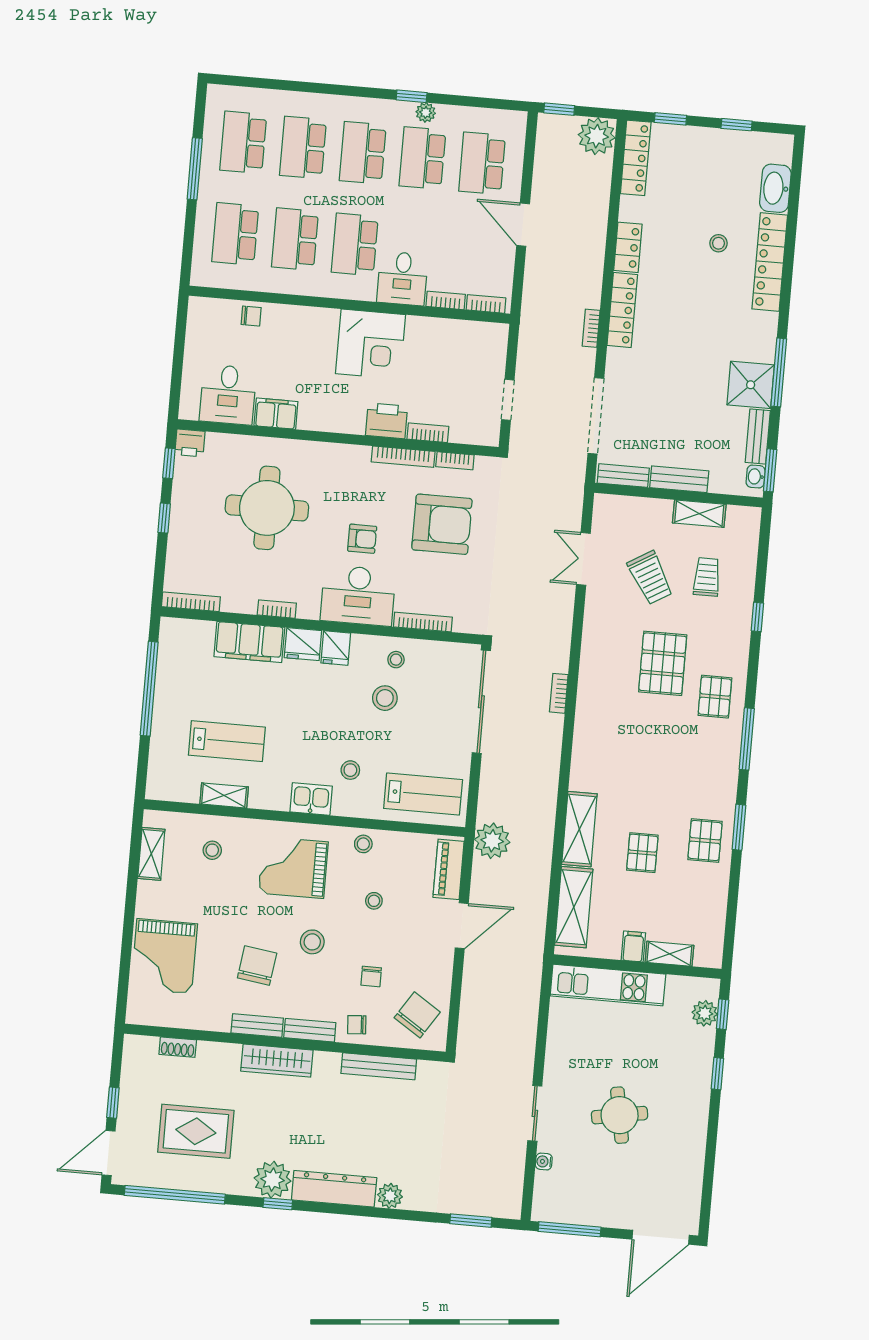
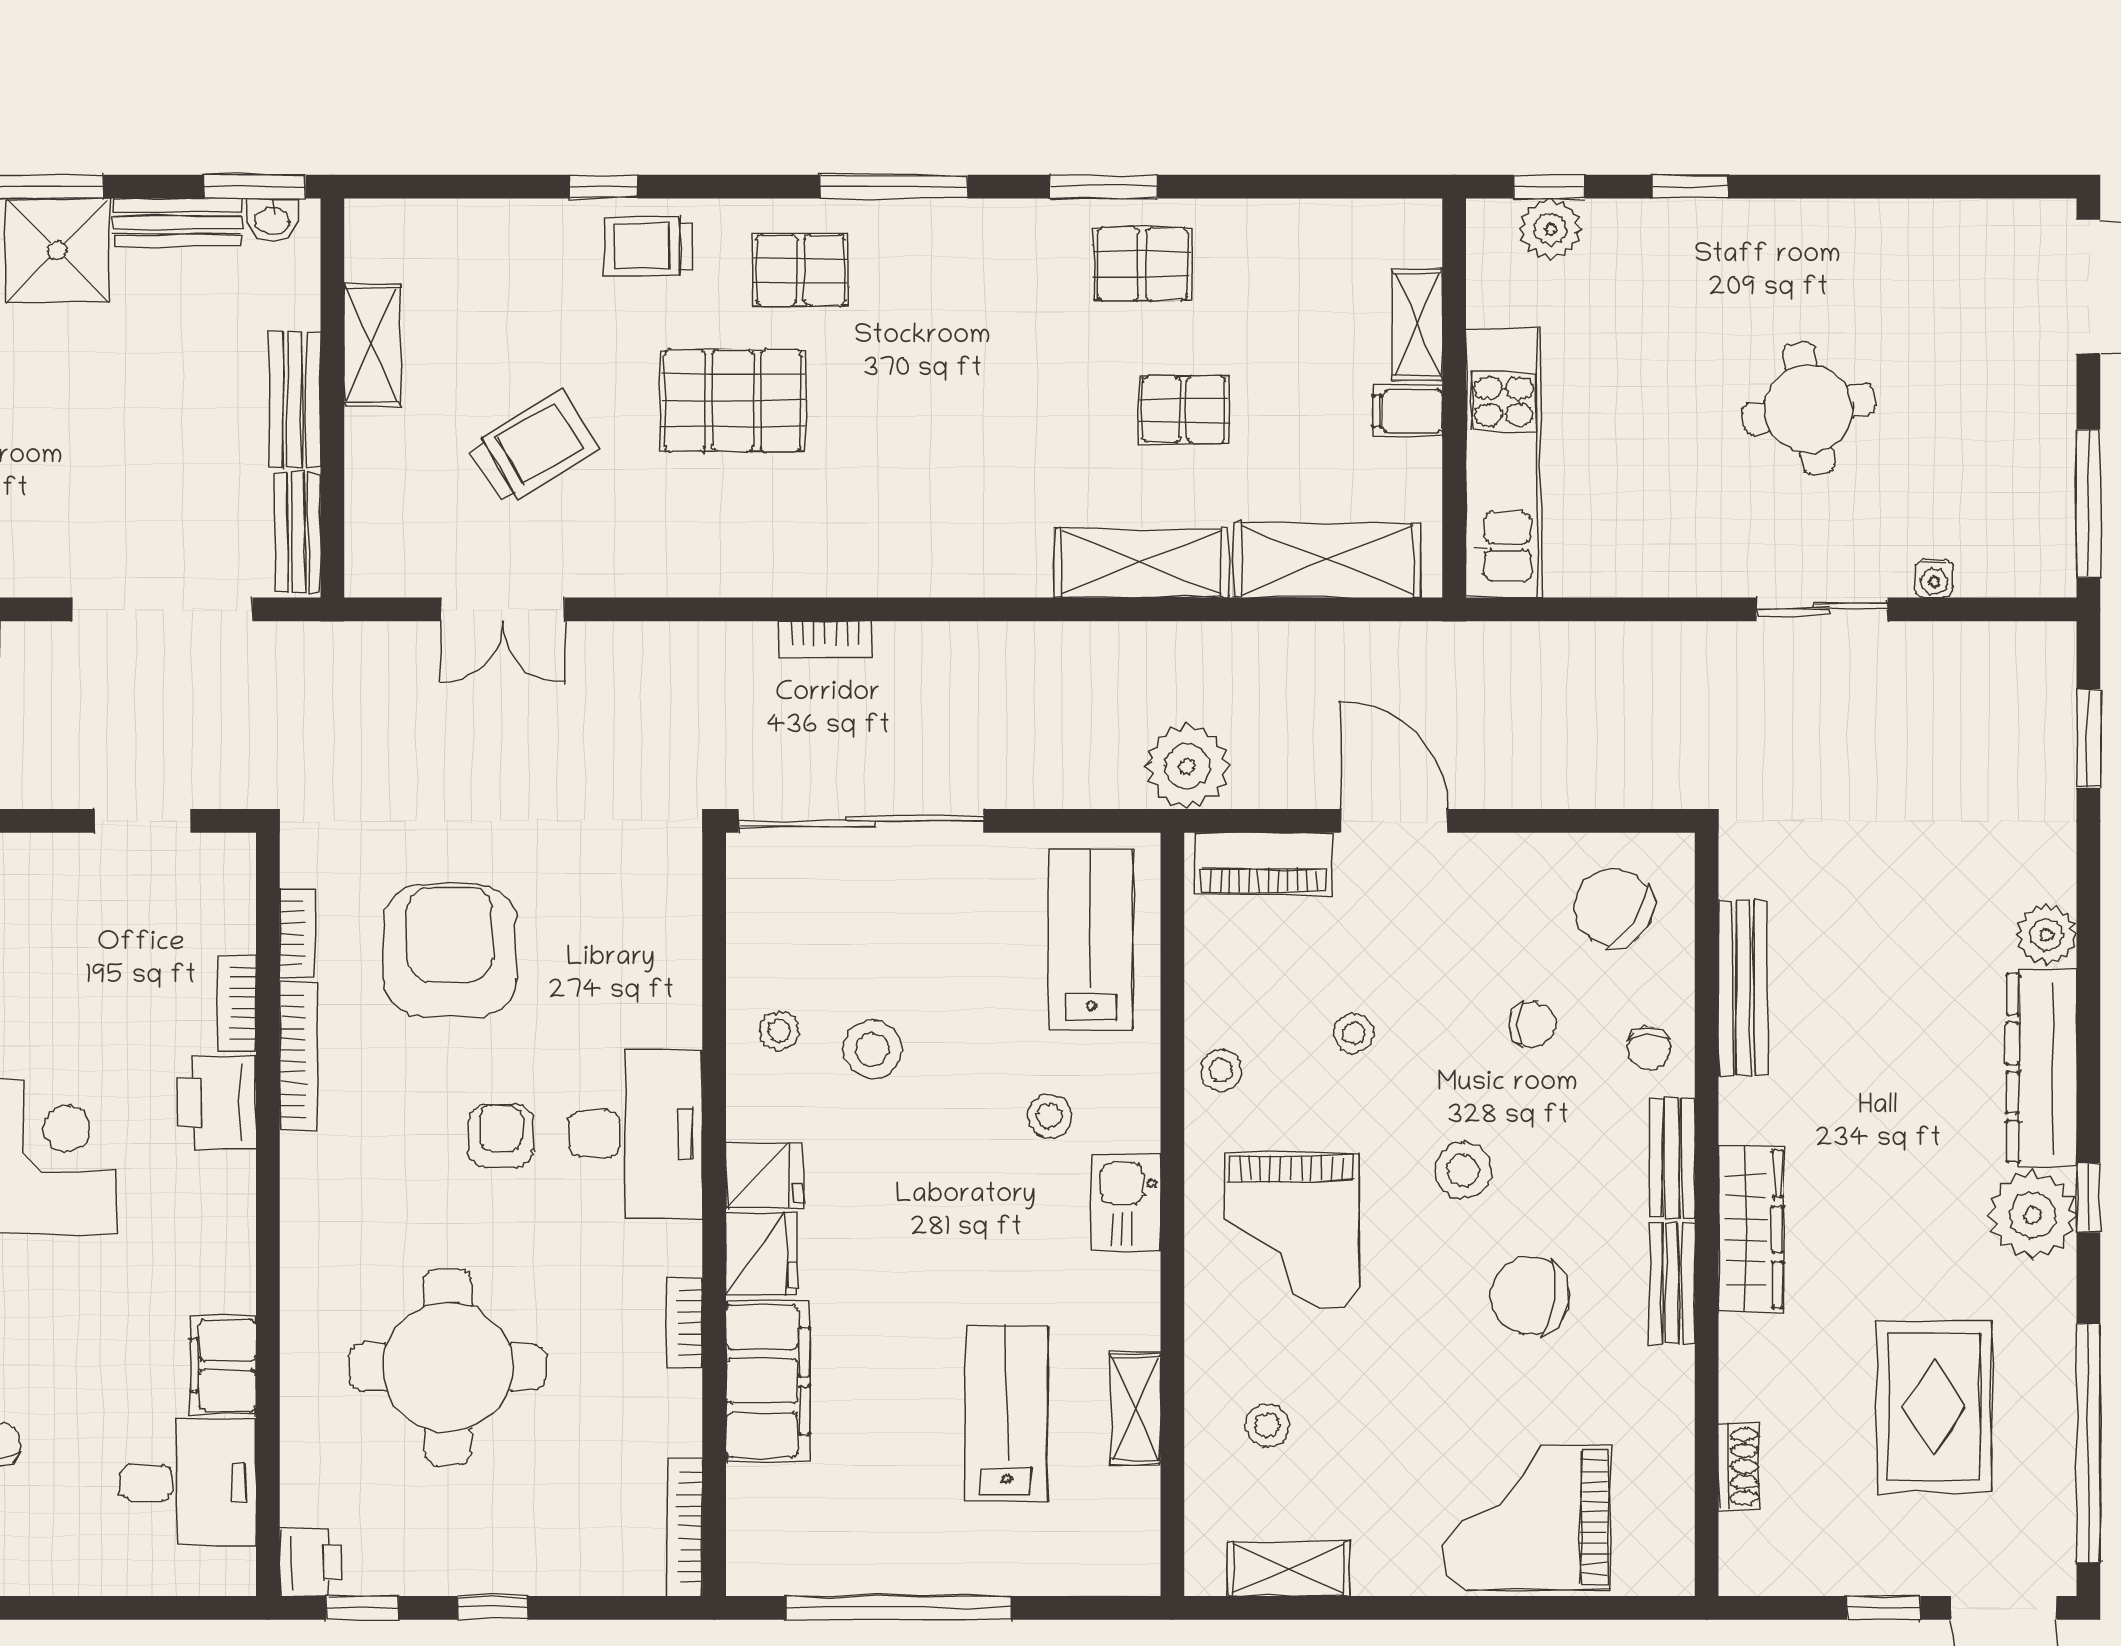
trolley: (707, 577) -> (648, 246), moved
bookcase: (423, 622) -> (685, 975), removed
grand piano: (164, 956) -> (1527, 1517), turned 180

